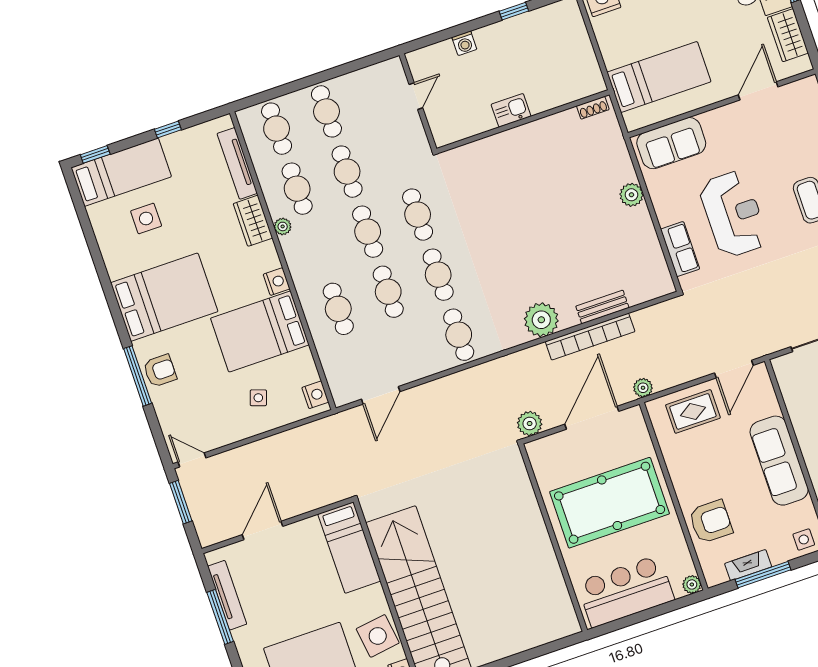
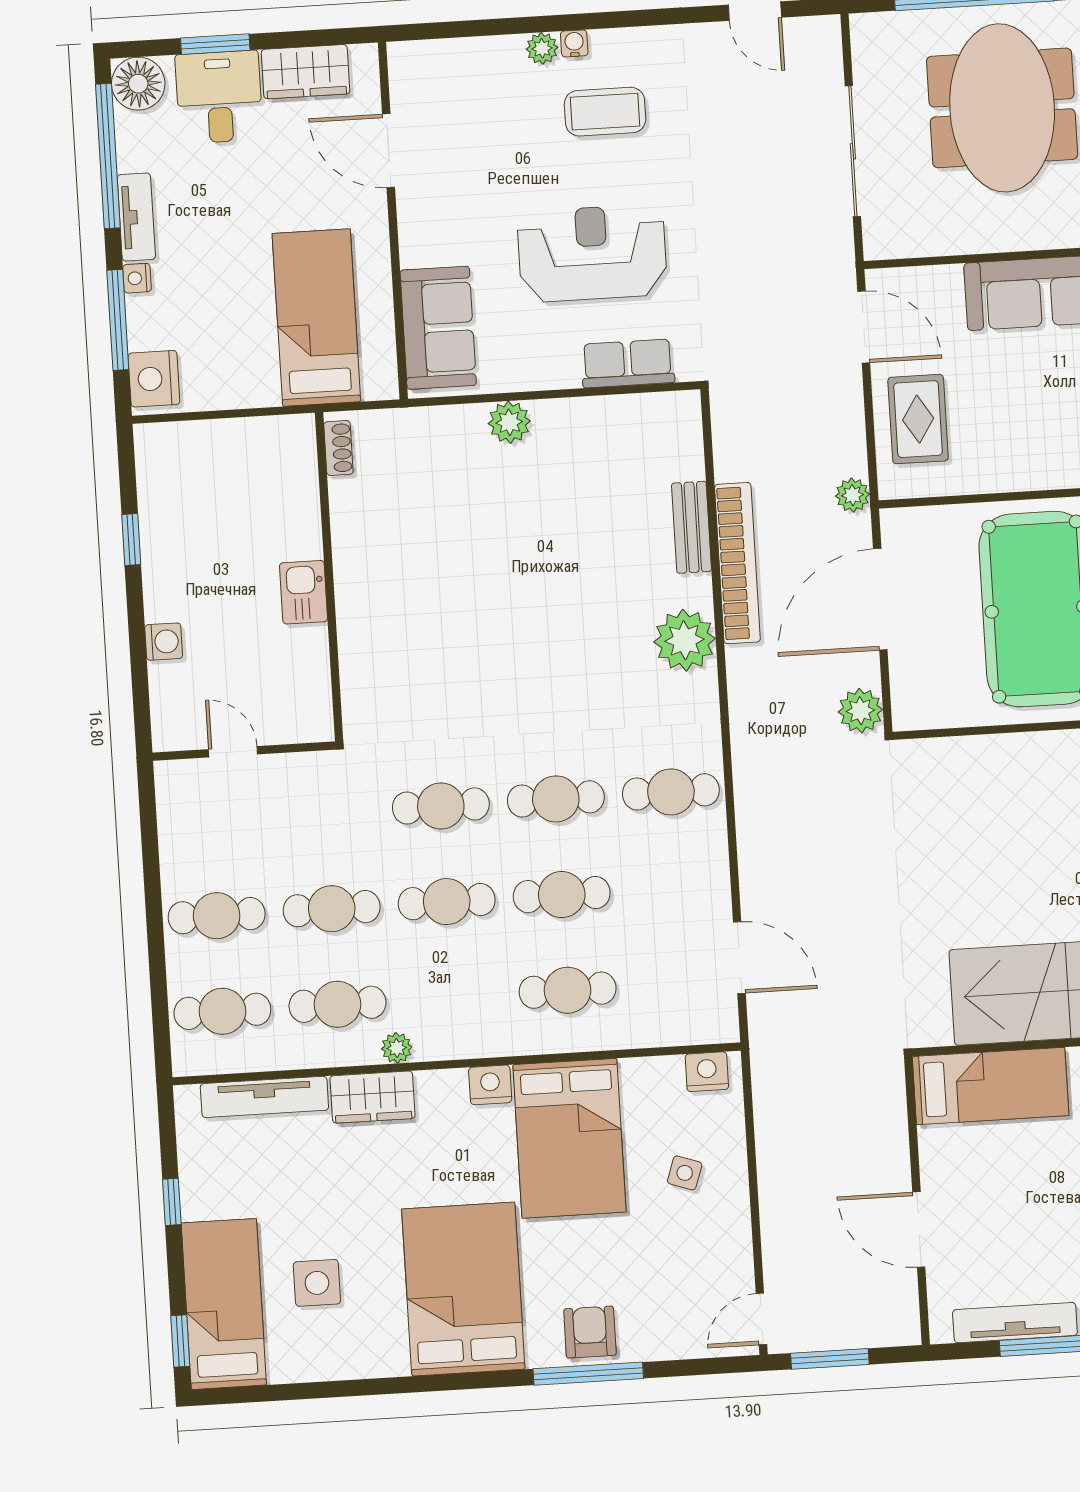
door: (592, 418) -> (880, 599), hinge flipped

